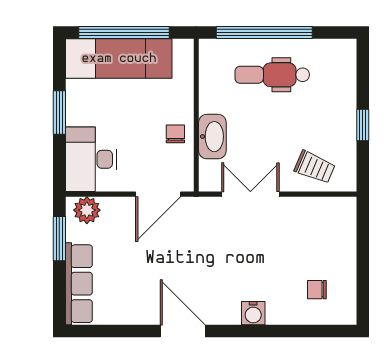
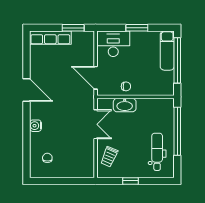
exam couch: (119, 59) -> (167, 51), width x0.73, depth x0.69
dental chair: (272, 75) -> (157, 152), moved
plant: (87, 210) -> (87, 42), removed
door: (183, 331) -> (26, 90), hinge flipped

